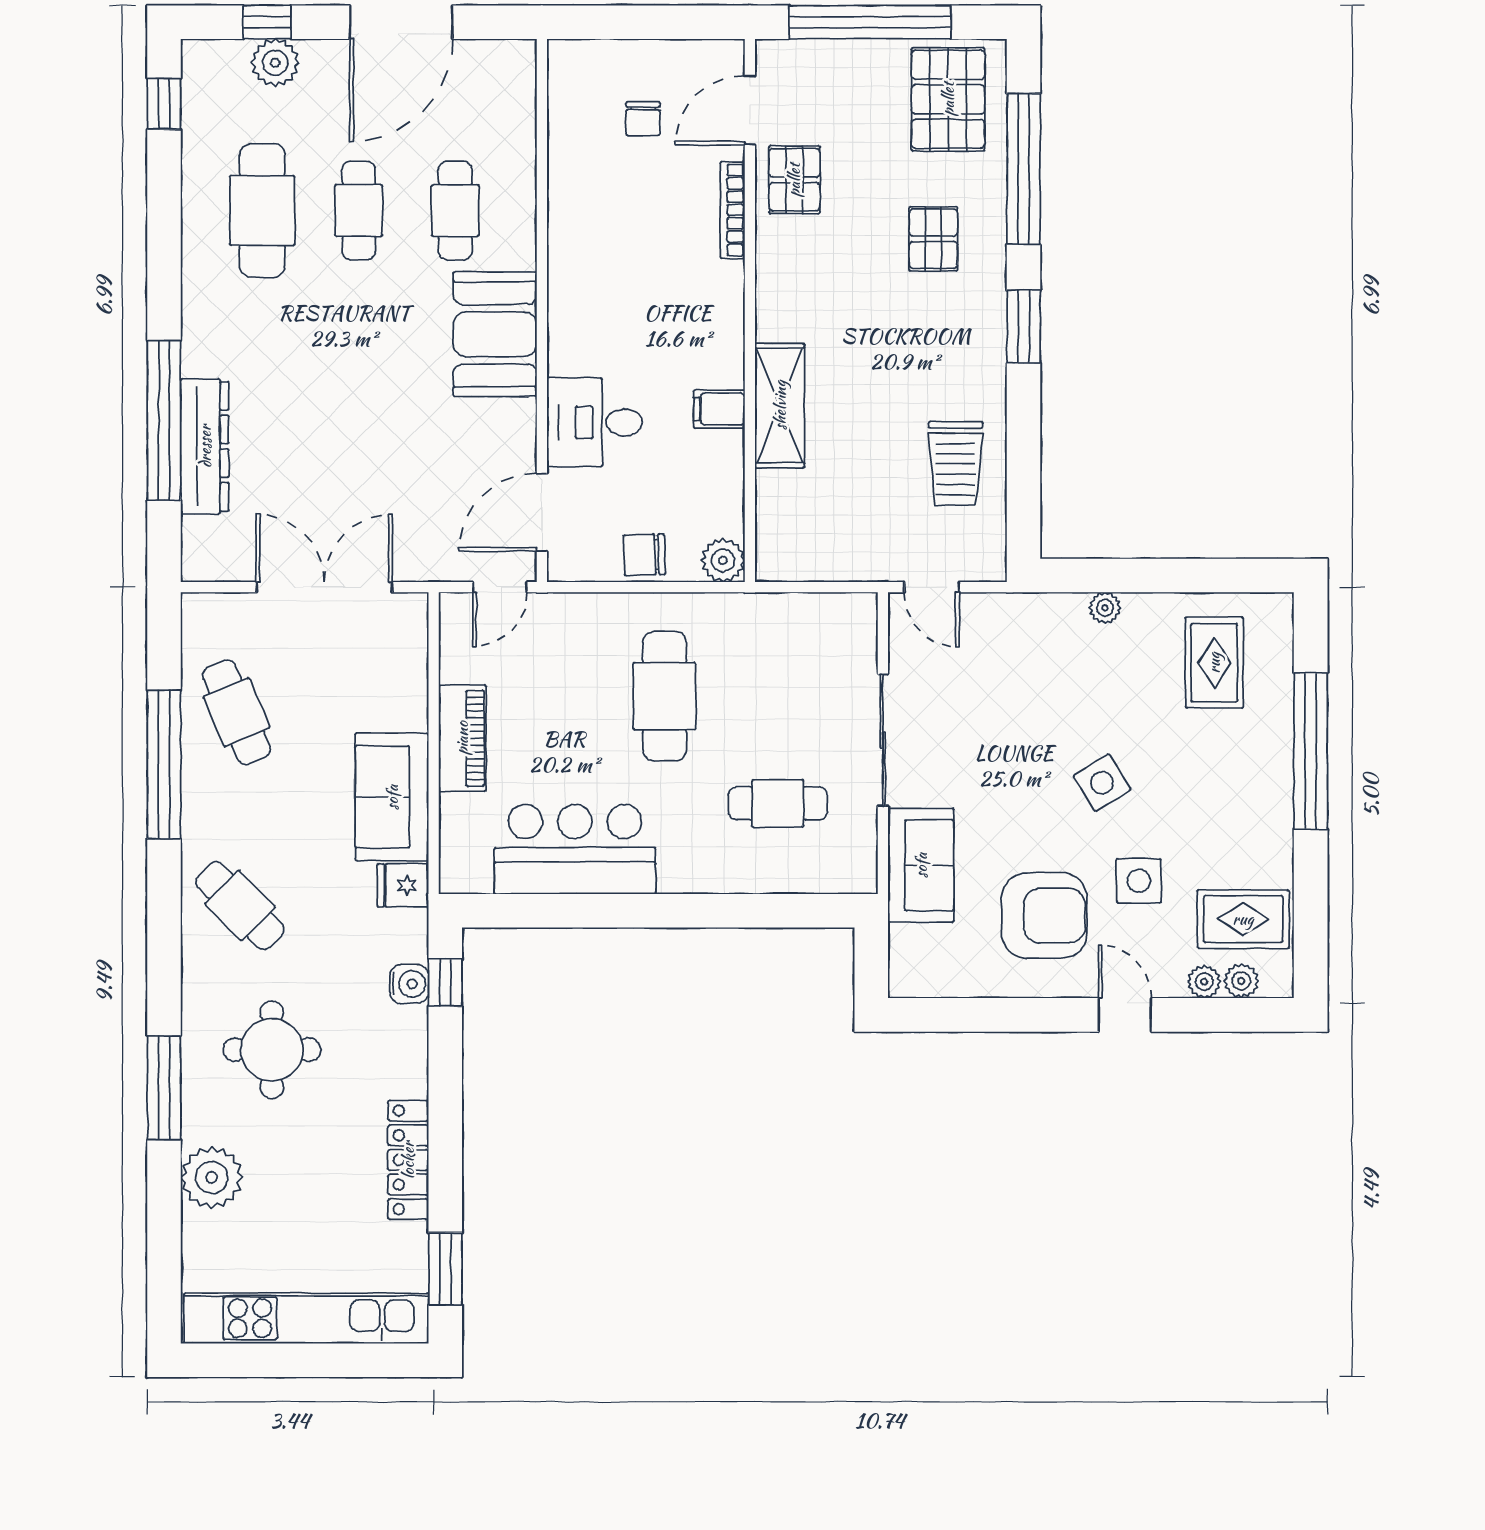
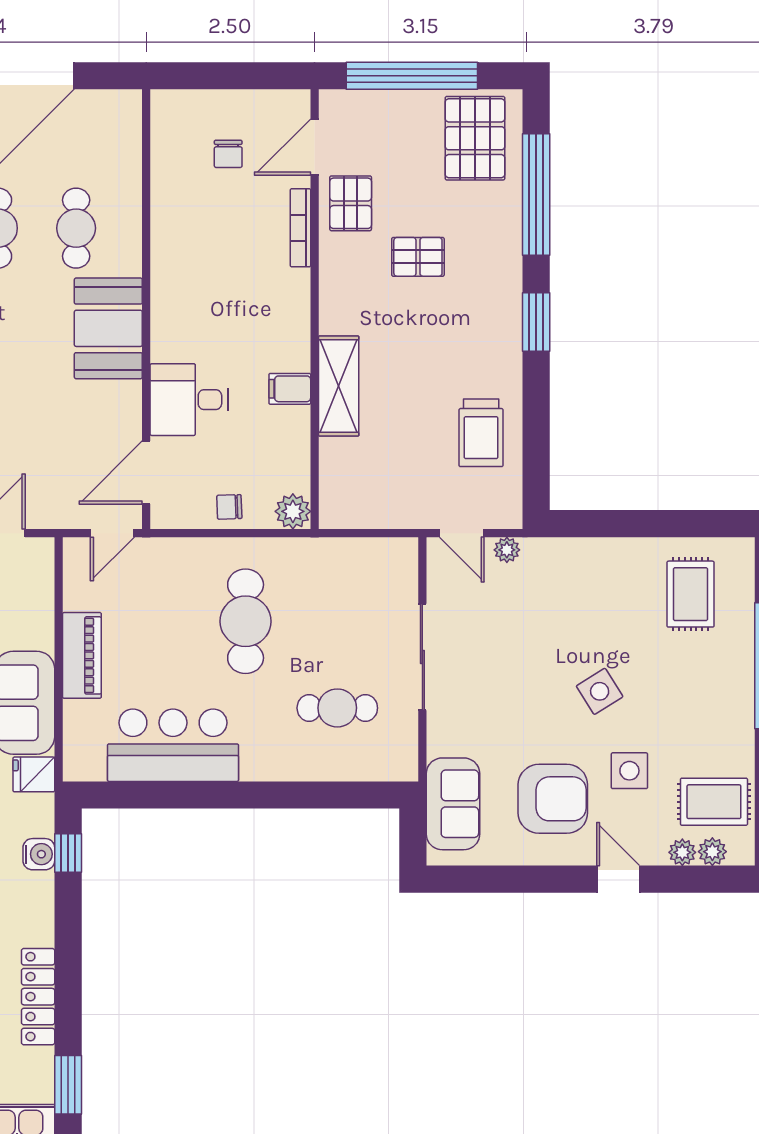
pallet: (933, 239) -> (418, 257), moved, turned 90
chair: (644, 555) -> (229, 507), width x0.73, depth x0.73
plant: (1105, 608) -> (507, 550), moved
sofa: (921, 865) -> (453, 804), moved

